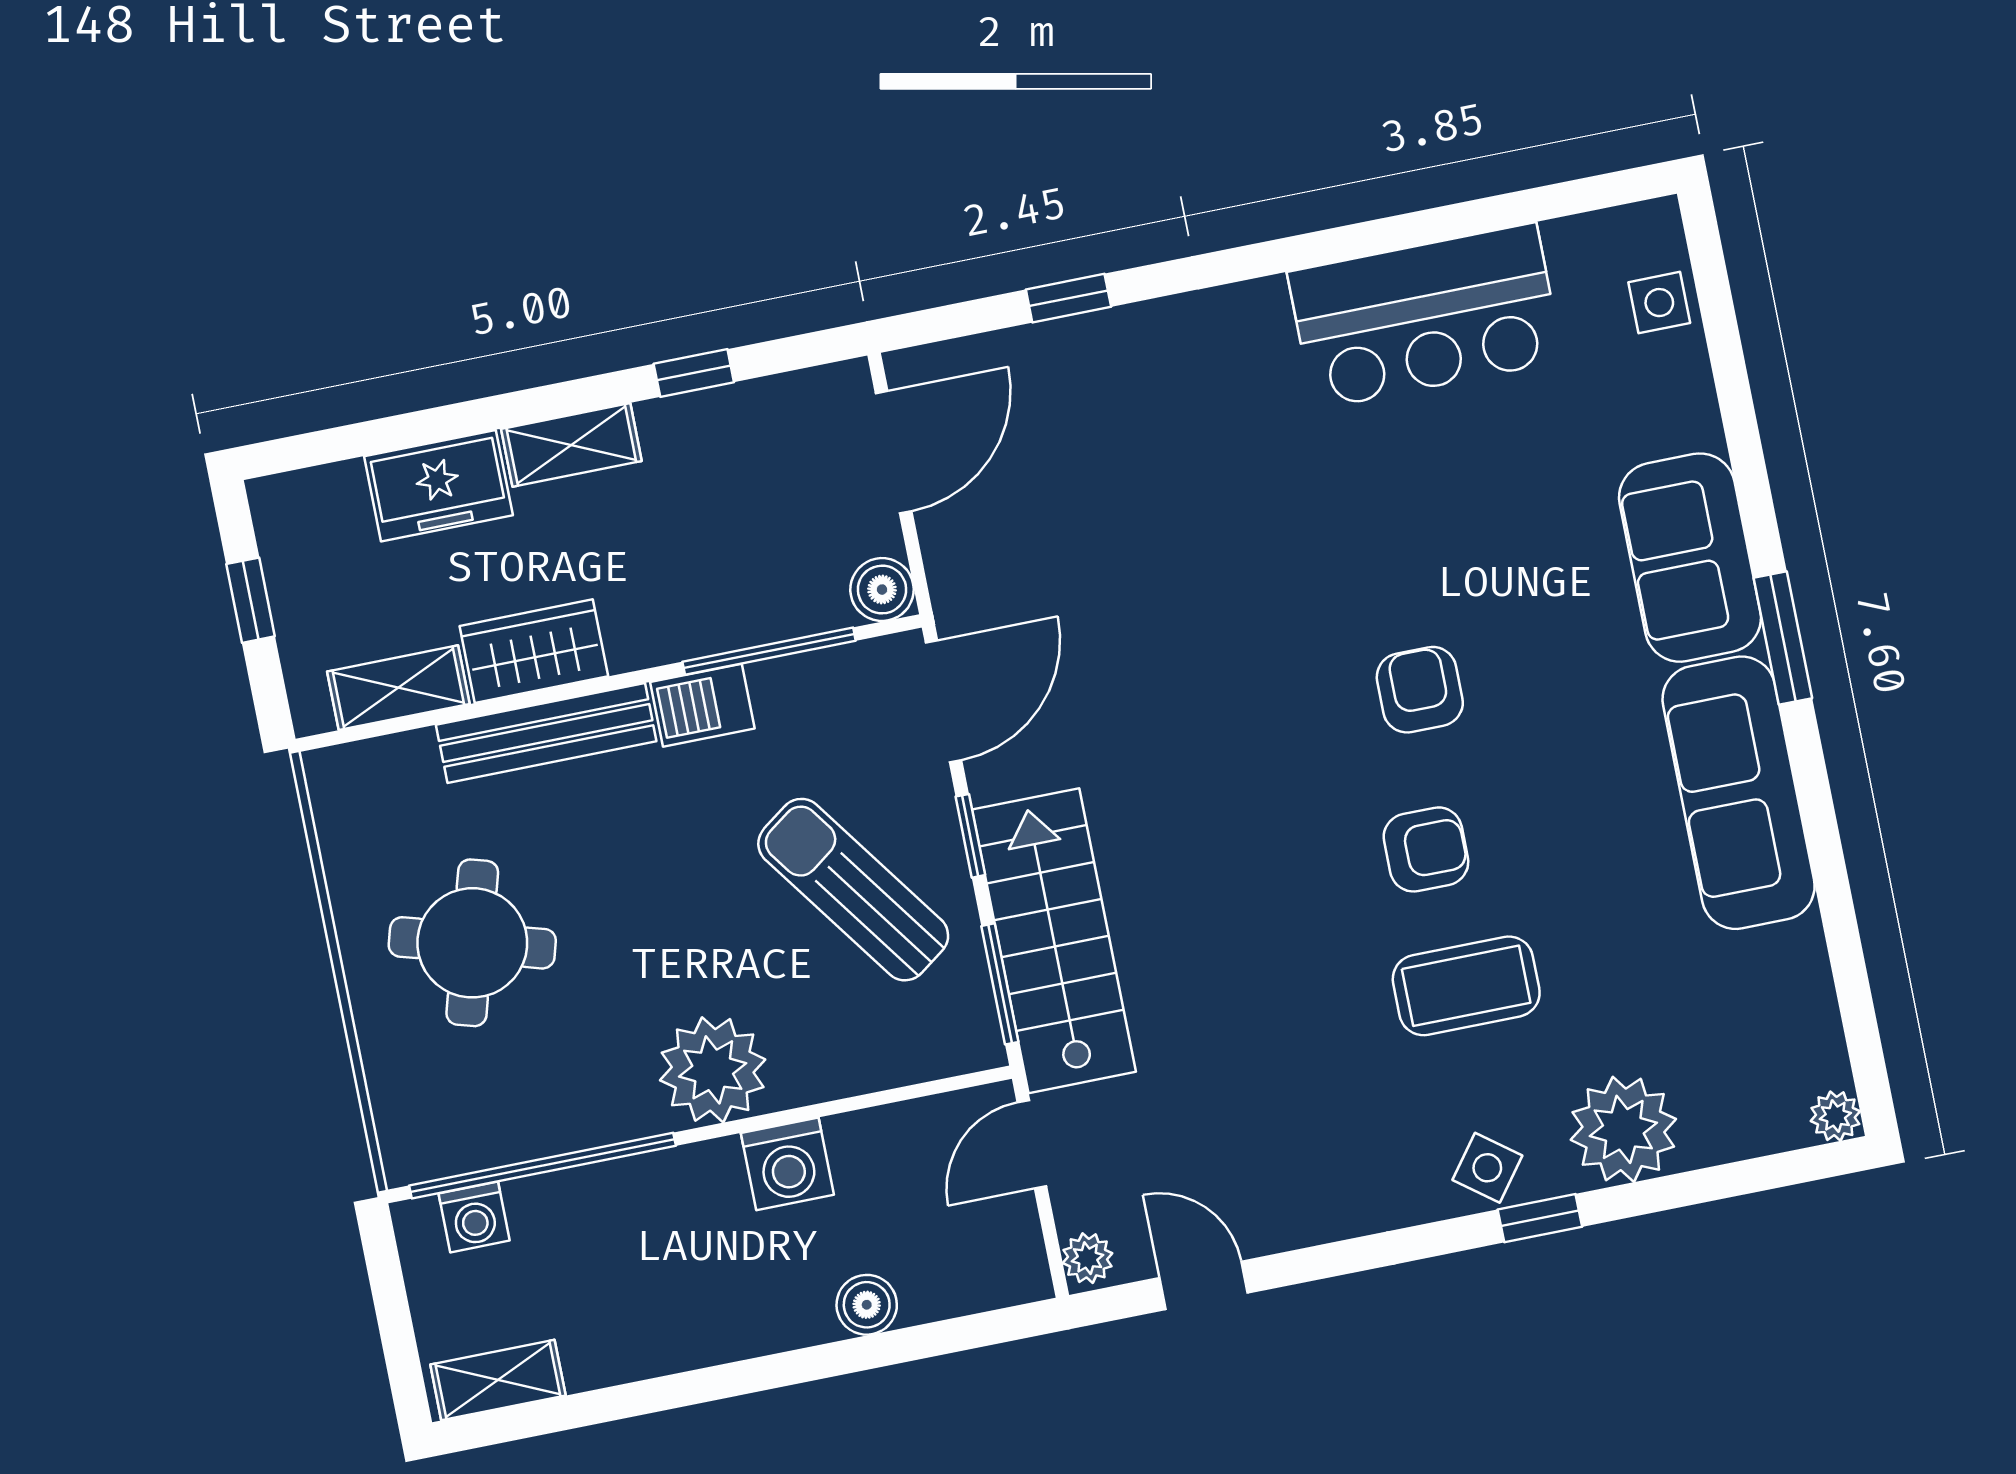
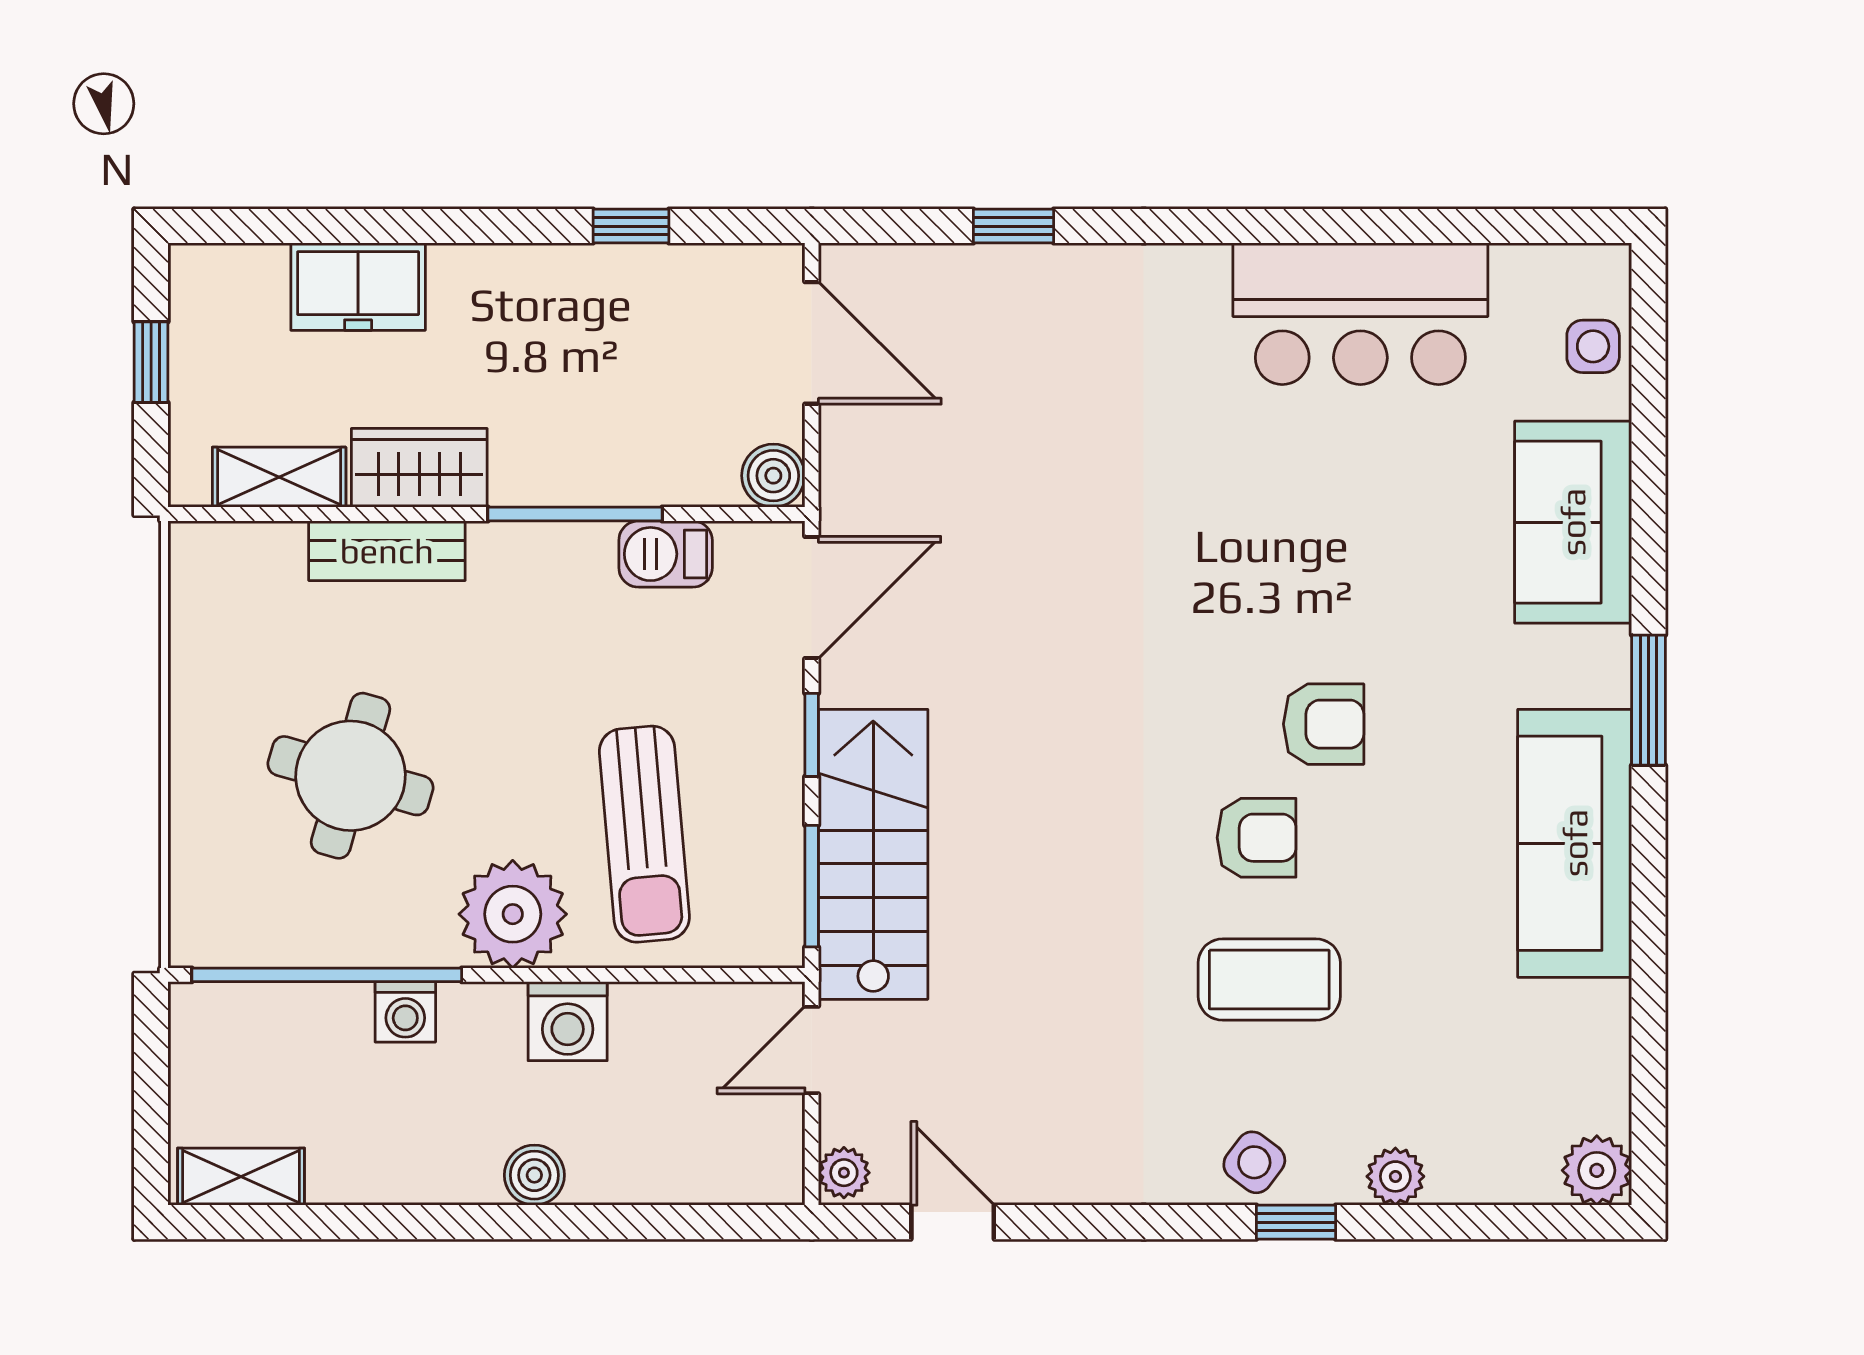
shelving: (571, 445) -> (497, 273), removed
door: (894, 452) -> (812, 343), hinge flipped
sofa: (1690, 558) -> (1573, 522), moved
window: (769, 651) -> (575, 514), moved
armchair: (1420, 690) -> (1324, 724), moved, turned 90
barbecue: (702, 705) -> (666, 554), moved
bench: (546, 733) -> (387, 551), width x0.73
sun lounger: (853, 890) -> (644, 834), moved, turned -149
round table: (472, 943) -> (351, 776), moved
plant: (1835, 1116) -> (1597, 1170), width x1.38, depth x1.38
plant: (1623, 1129) -> (1395, 1176), width x0.53, depth x0.53
washing machine: (474, 1217) -> (405, 1012), moved
boiler: (867, 1305) -> (534, 1175), moved

